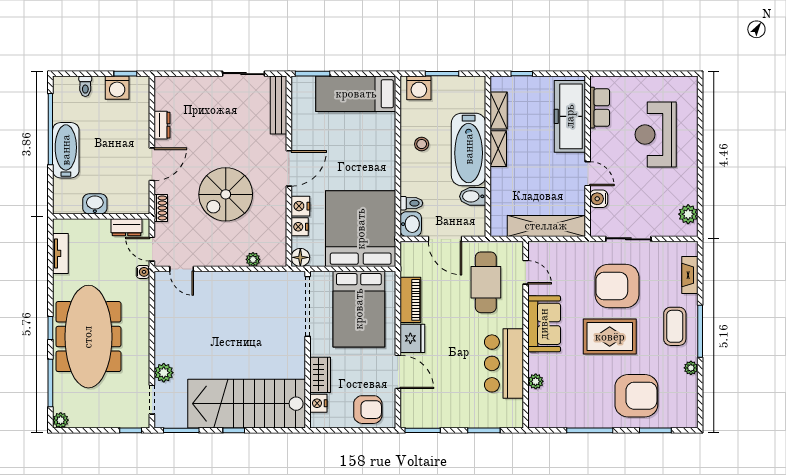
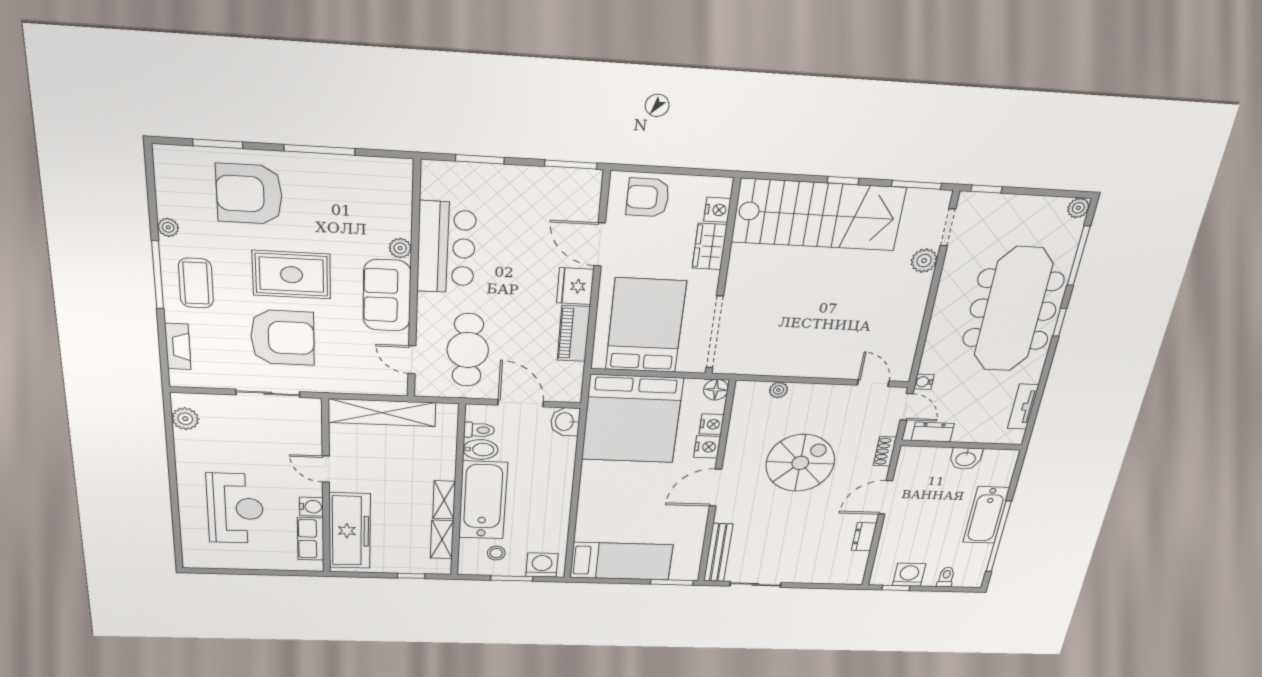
stool: (422, 144) -> (496, 553), moved
water cooler: (599, 199) -> (311, 507), moved
toilet: (411, 203) -> (479, 430), moved, turned 180
plant: (536, 381) -> (400, 248), moved

